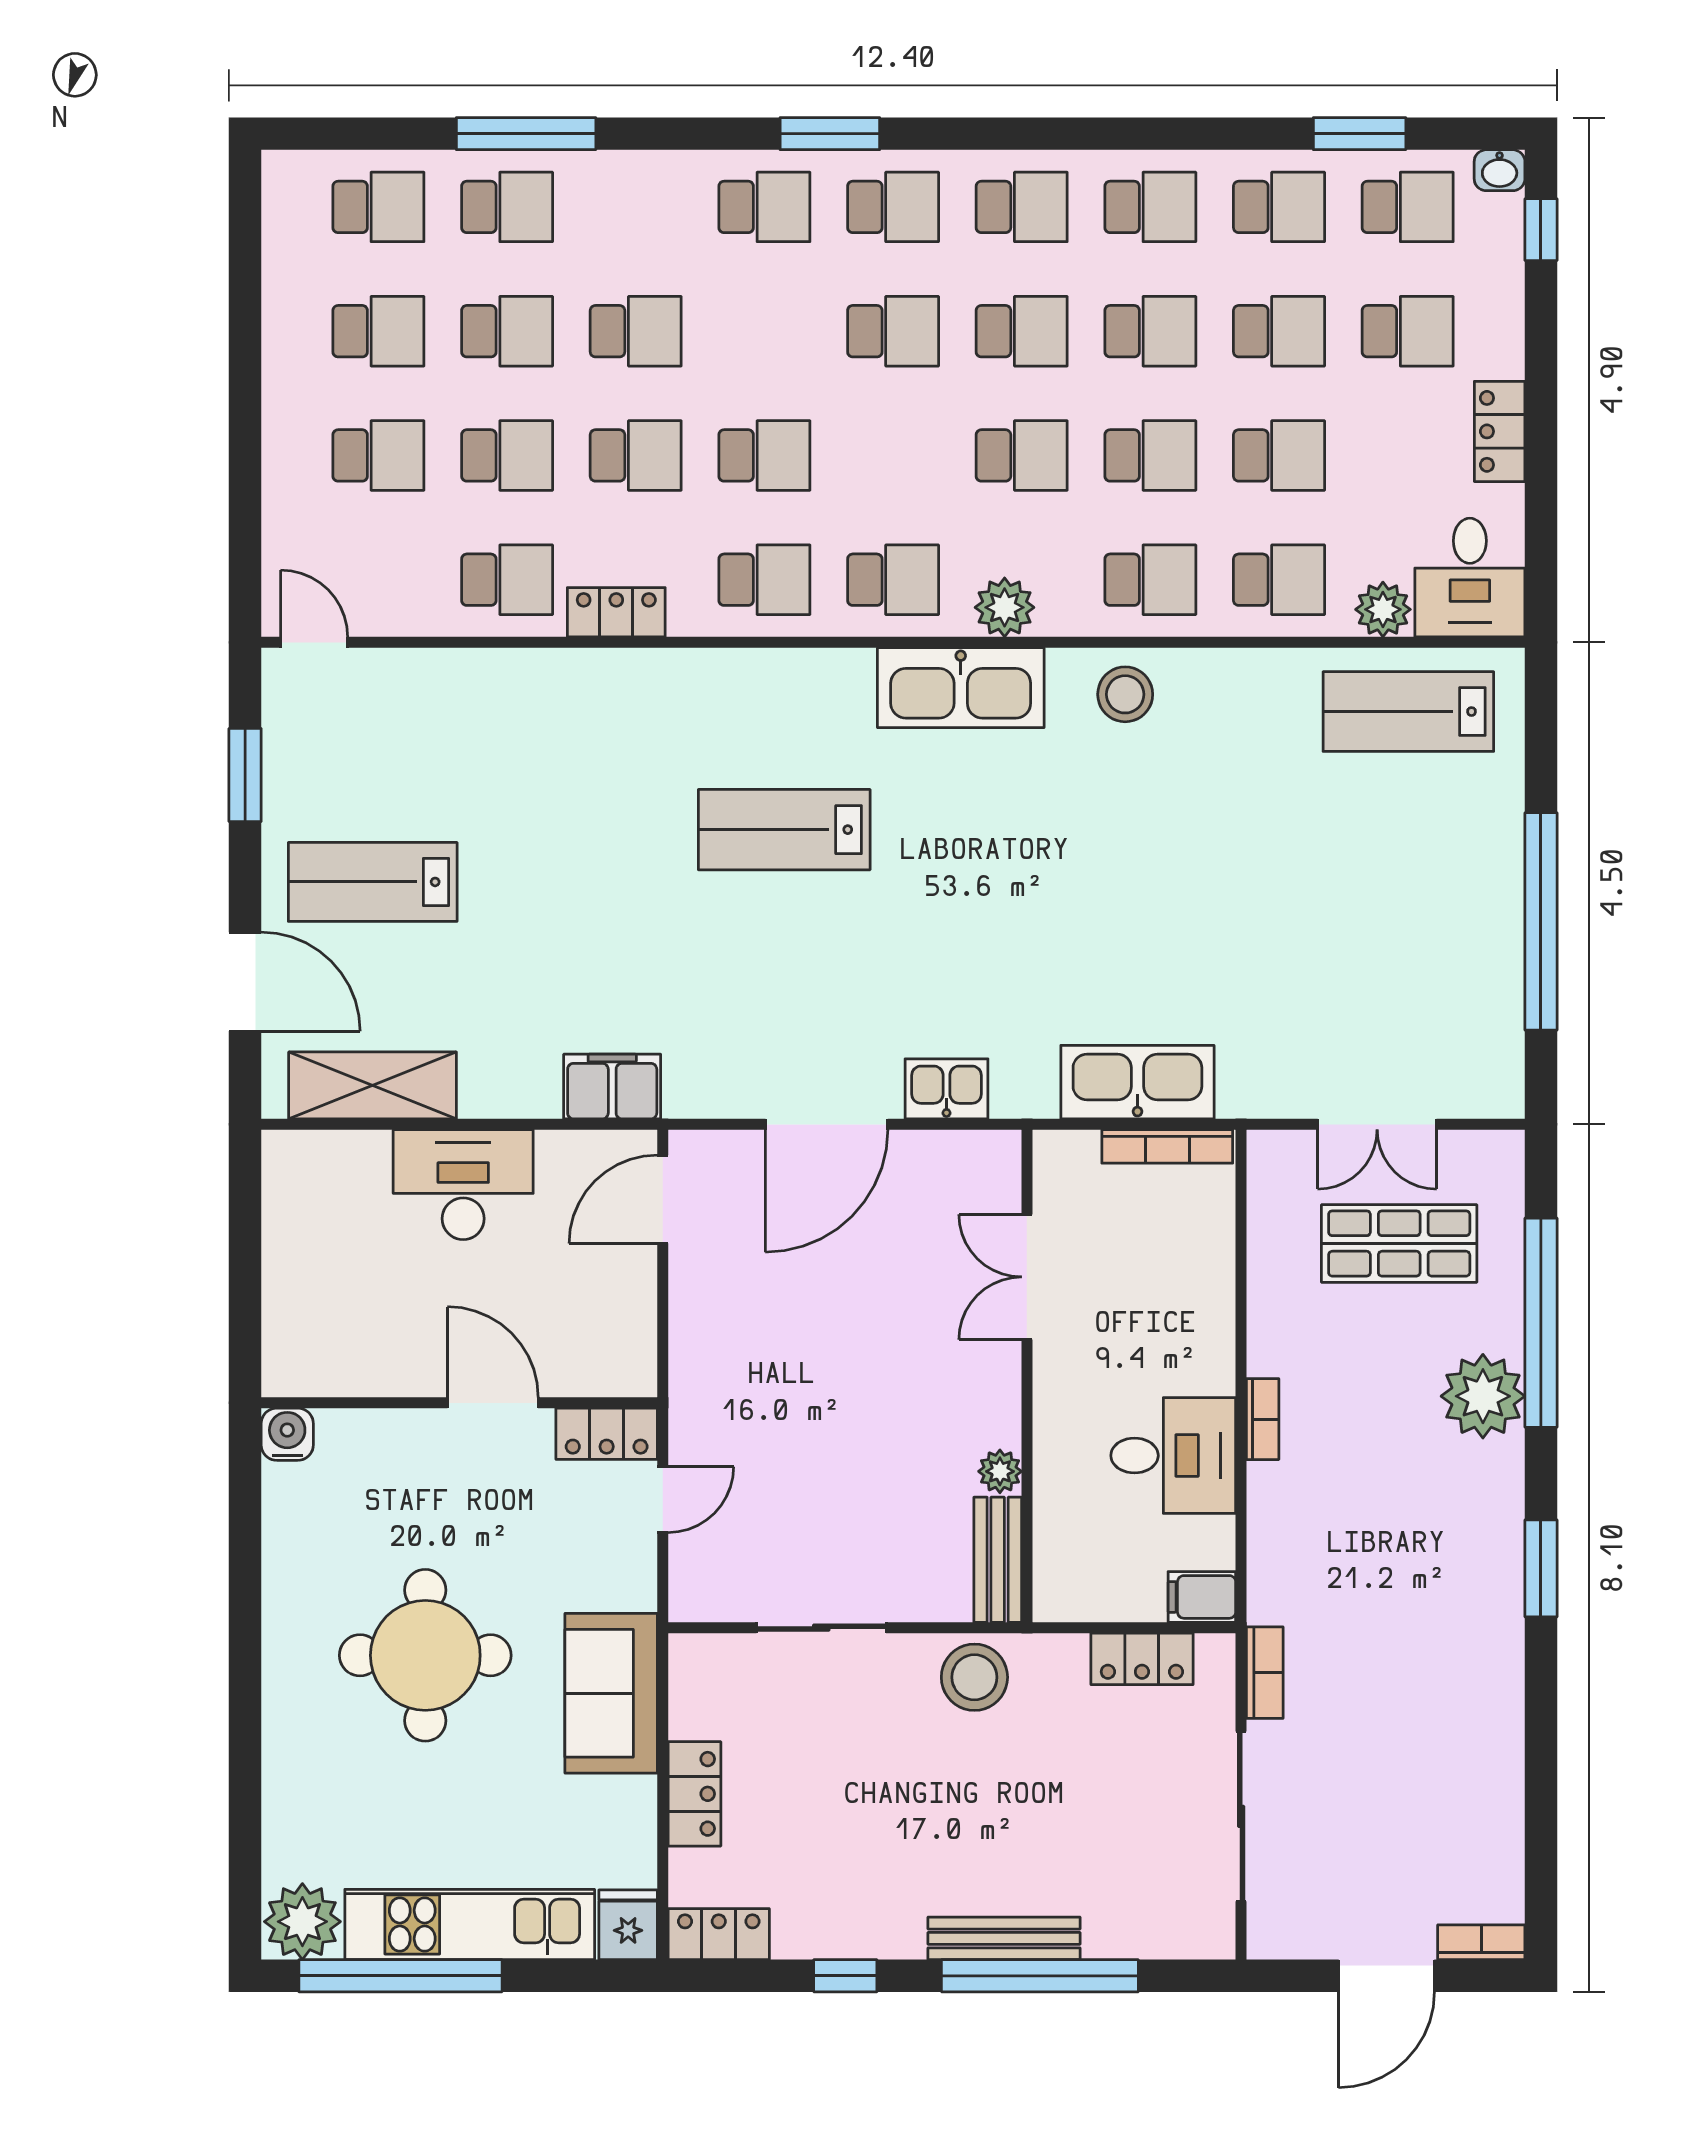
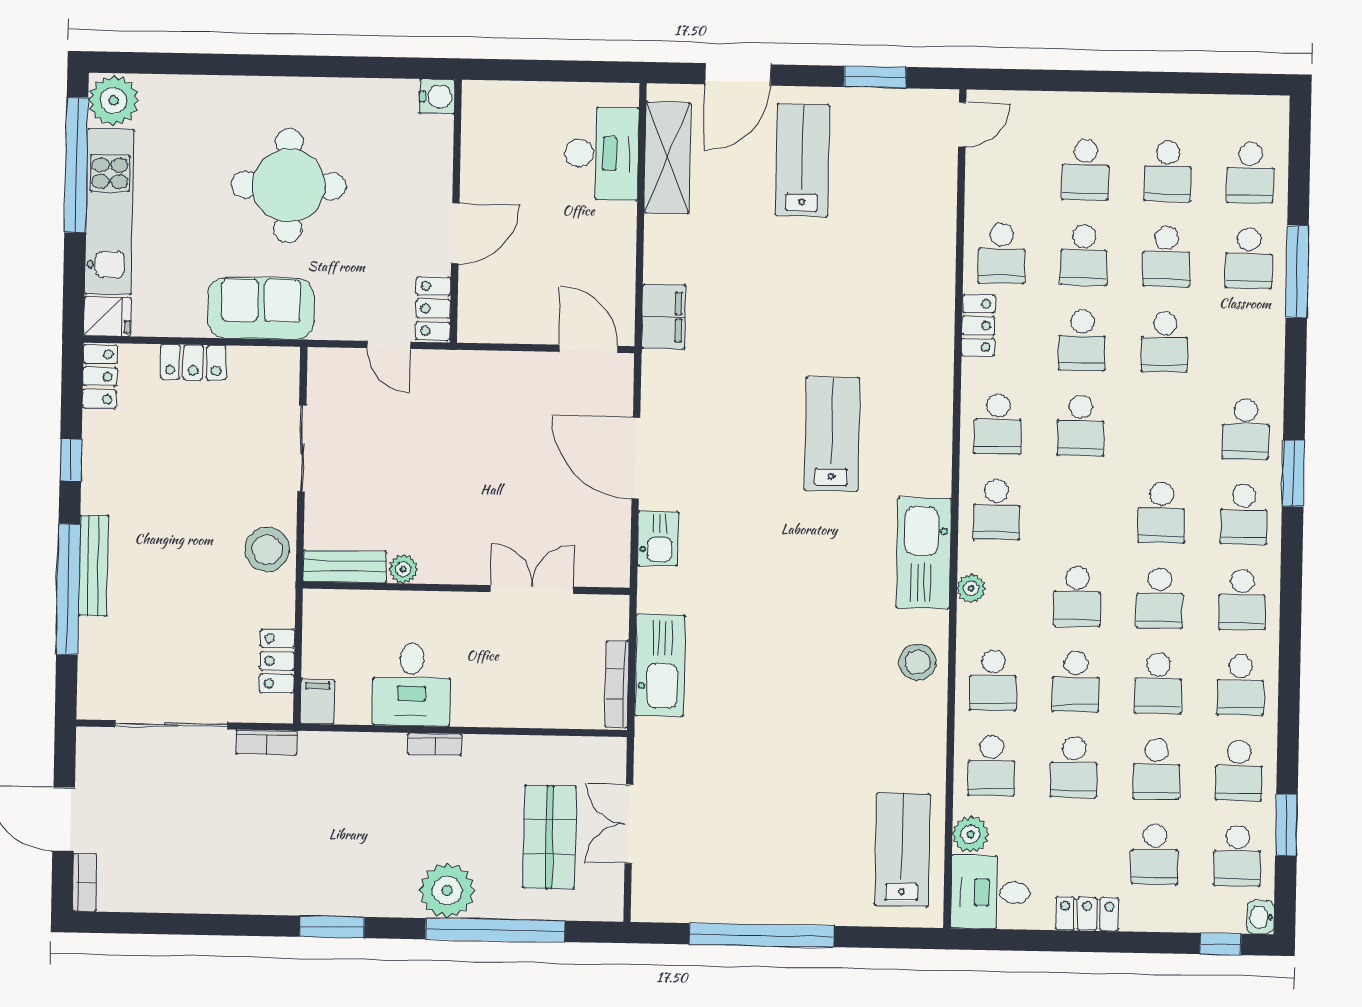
plant: (1005, 607) -> (971, 588), width x0.73, depth x0.73
desk: (463, 1185) -> (602, 153), moved

